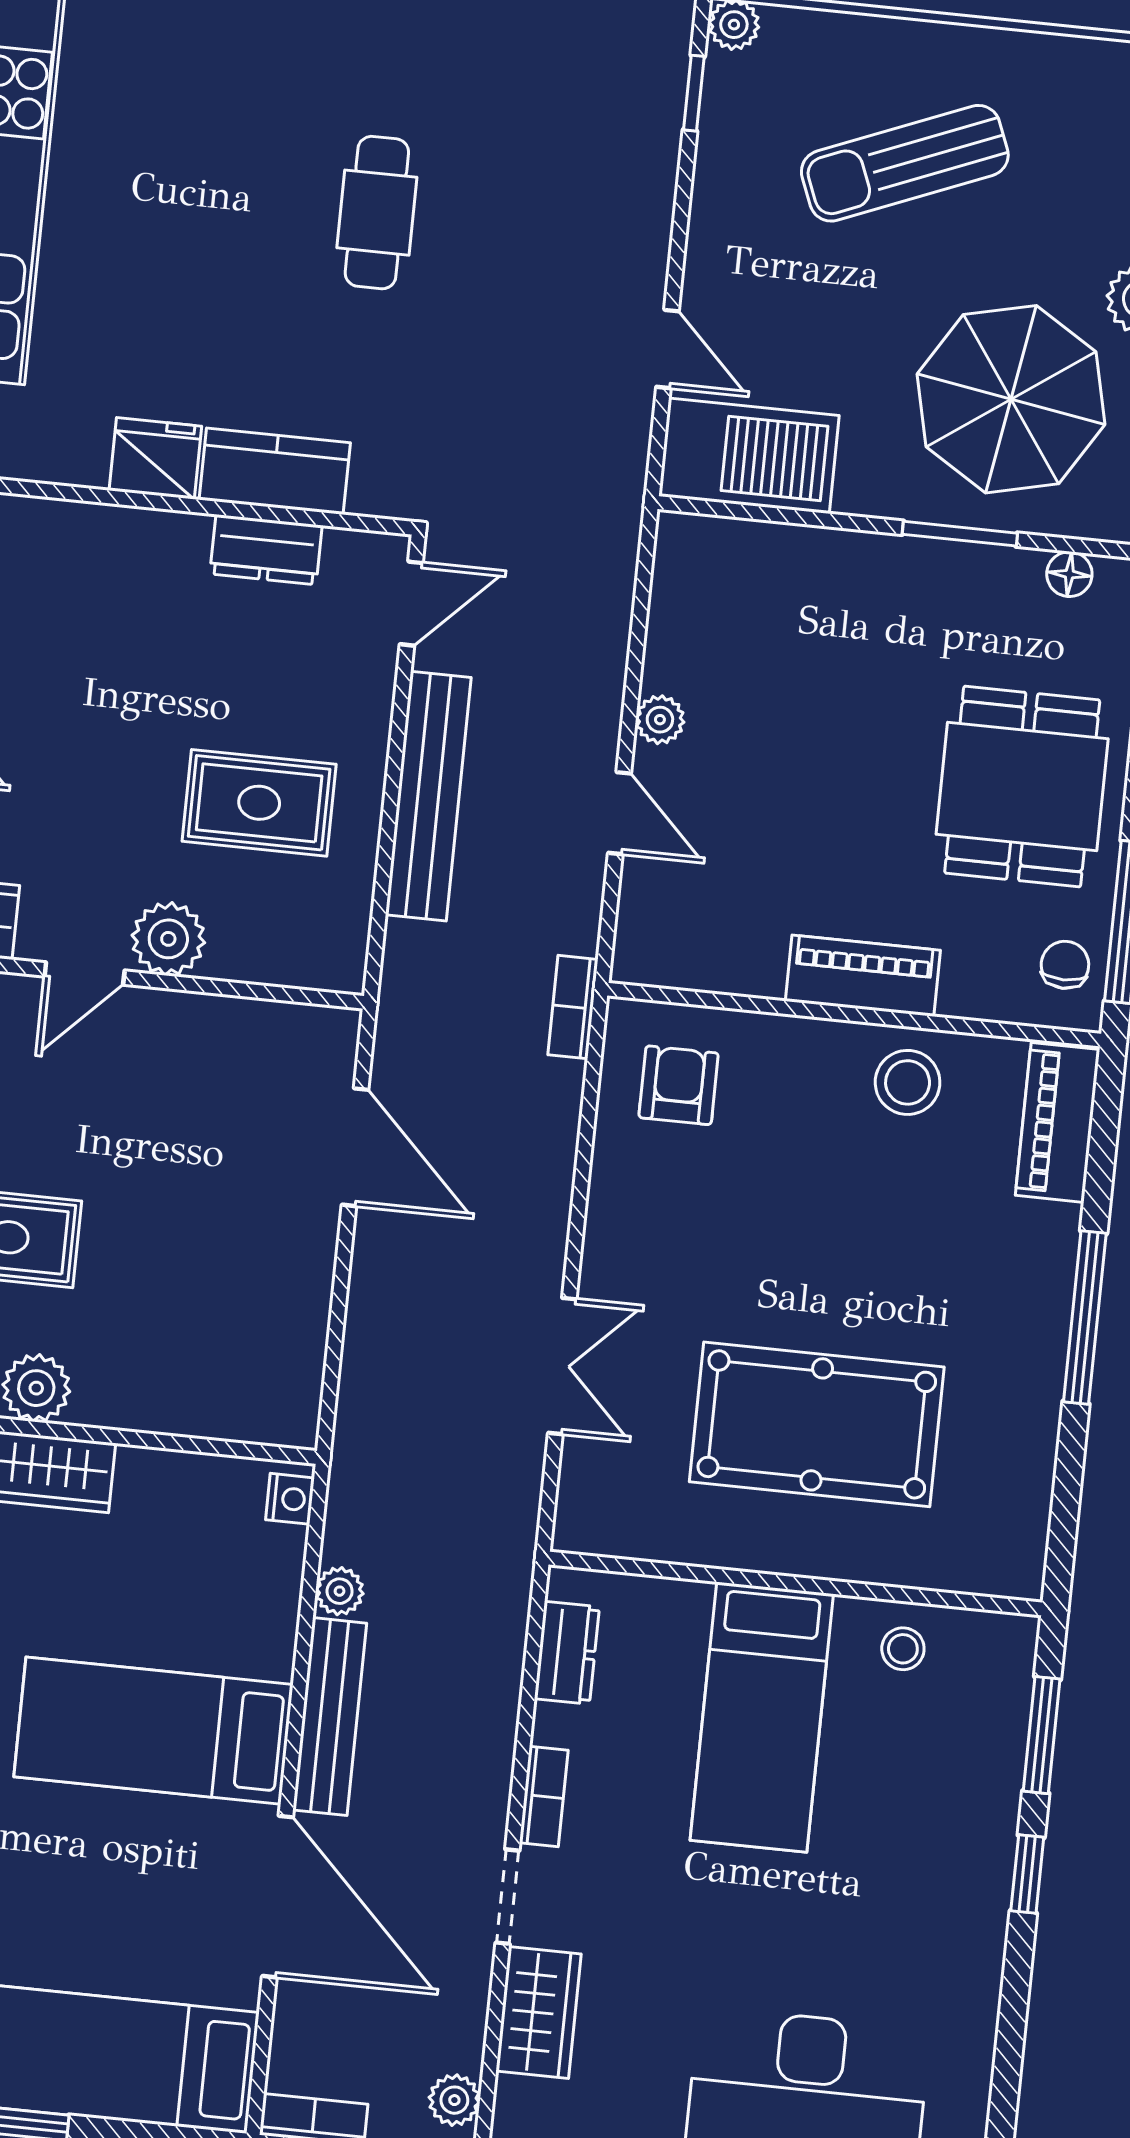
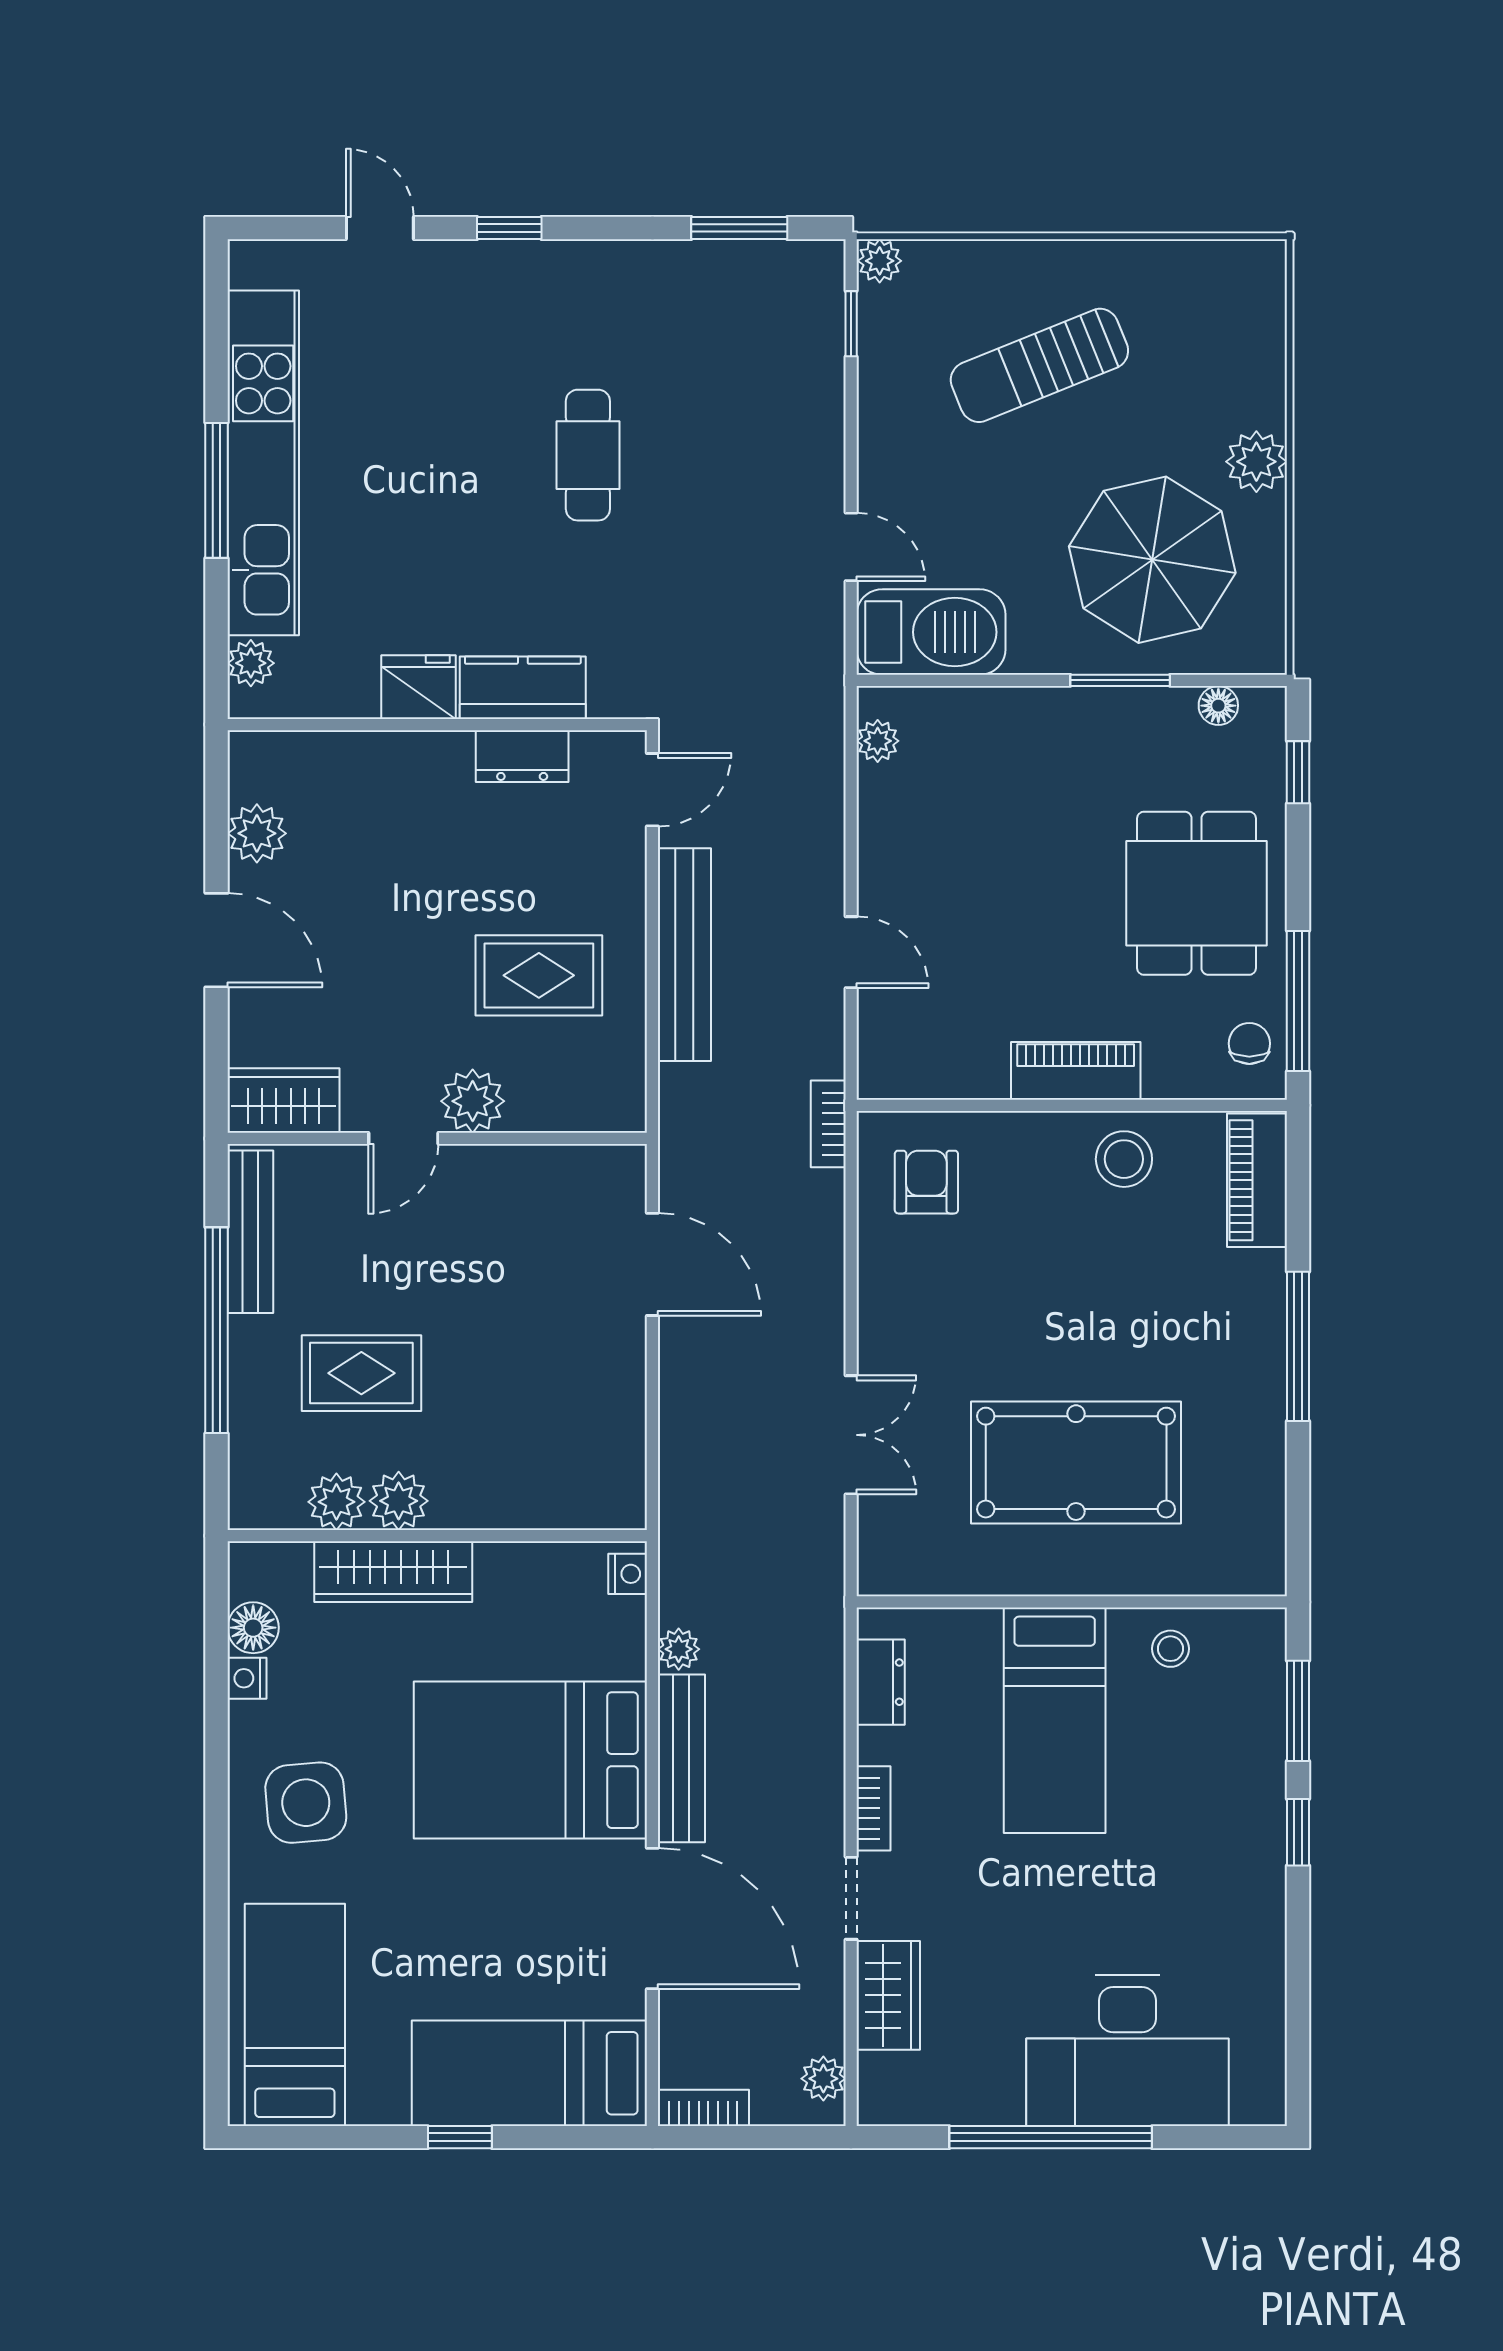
plant: (660, 720) -> (878, 741), moved
bed: (153, 1731) -> (530, 1760), width x1.50

